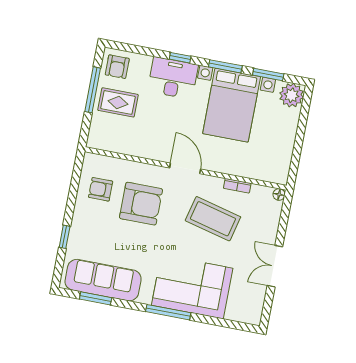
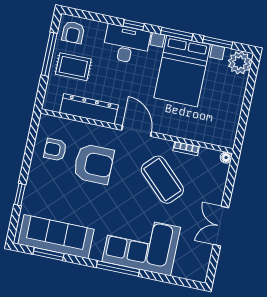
dresser: (135, 146) -> (89, 109), added
coffee table: (213, 219) -> (162, 180), turned 30

